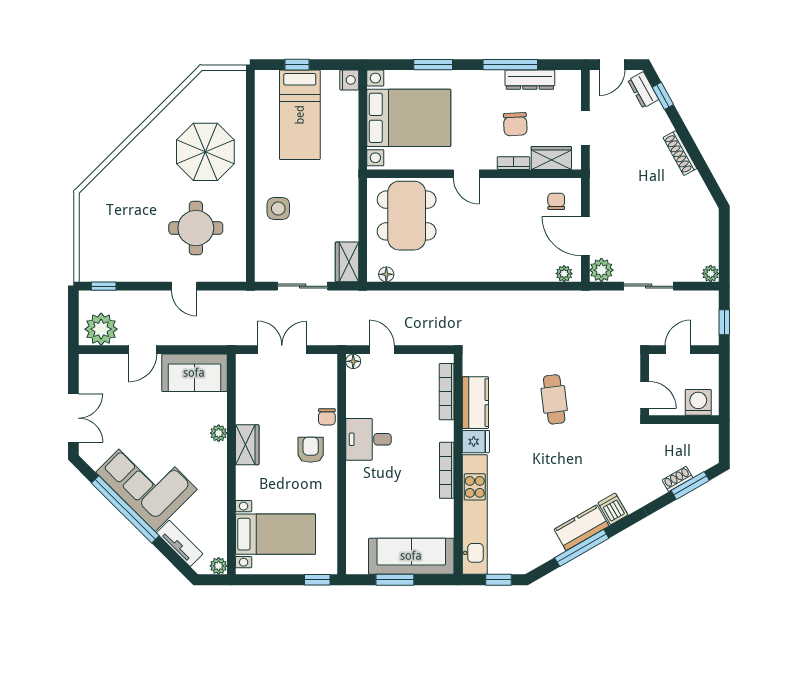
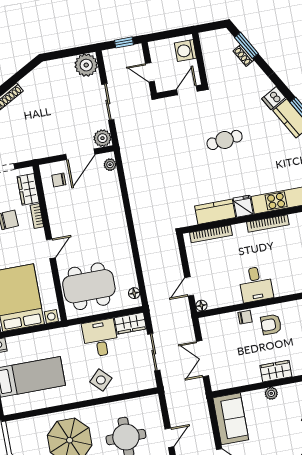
side table: (278, 209) -> (101, 380), turned 45
desk: (335, 218) -> (100, 338), added
plant: (711, 274) -> (86, 65), width x1.87, depth x1.87
cafe table: (554, 399) -> (225, 140), moved

